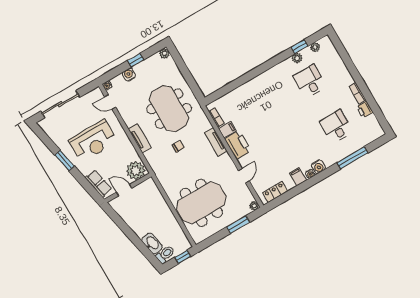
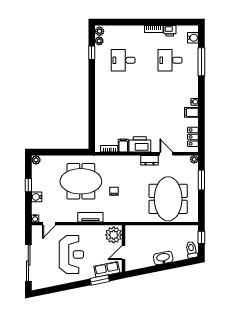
plant: (297, 58) -> (100, 31), moved
tv unit: (216, 142) -> (128, 160), removed
window: (65, 161) -> (100, 280), moved
dresser: (228, 163) -> (149, 160), added
water cooler: (318, 167) -> (193, 38), moved
washbasin: (152, 243) -> (163, 258), moved

